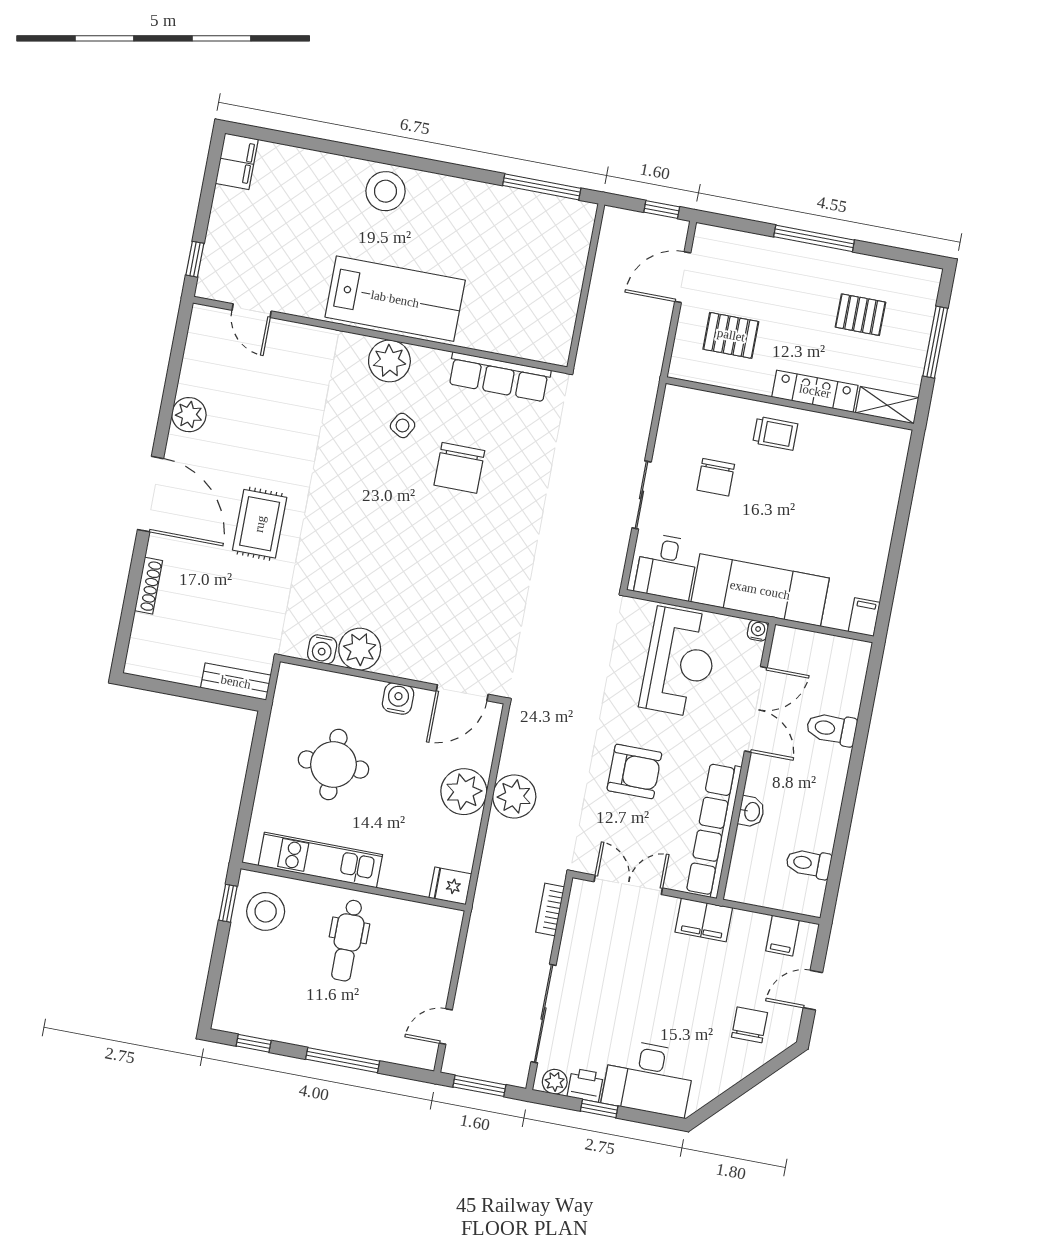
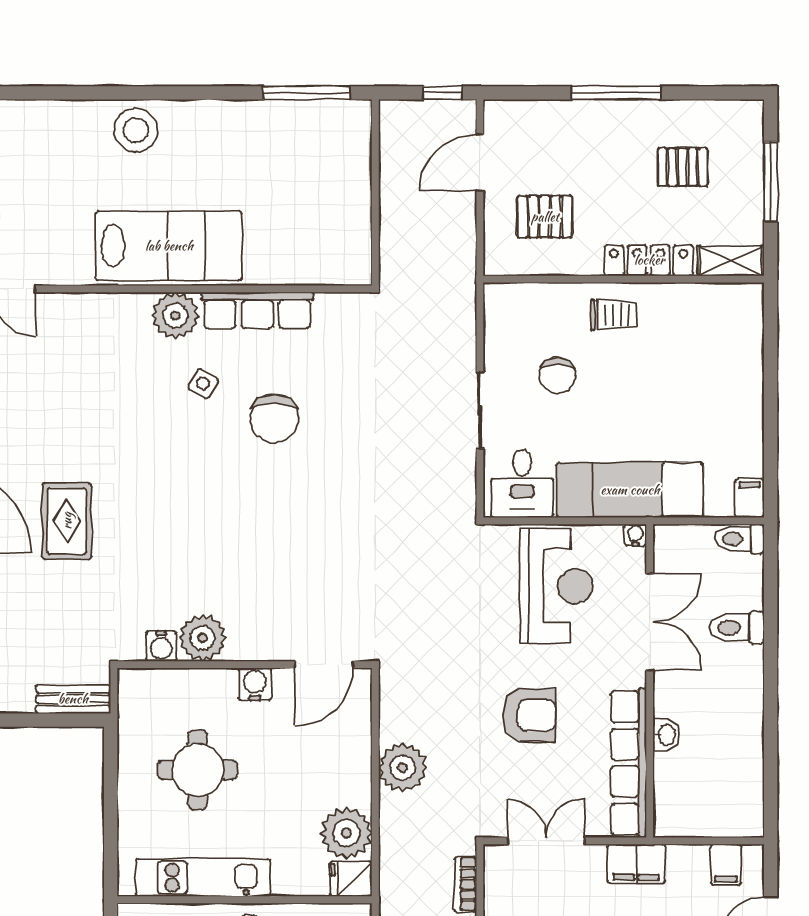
row of seats: (499, 377) -> (257, 310), moved
plant: (464, 792) -> (346, 833), moved
toilet: (809, 864) -> (740, 539), moved

